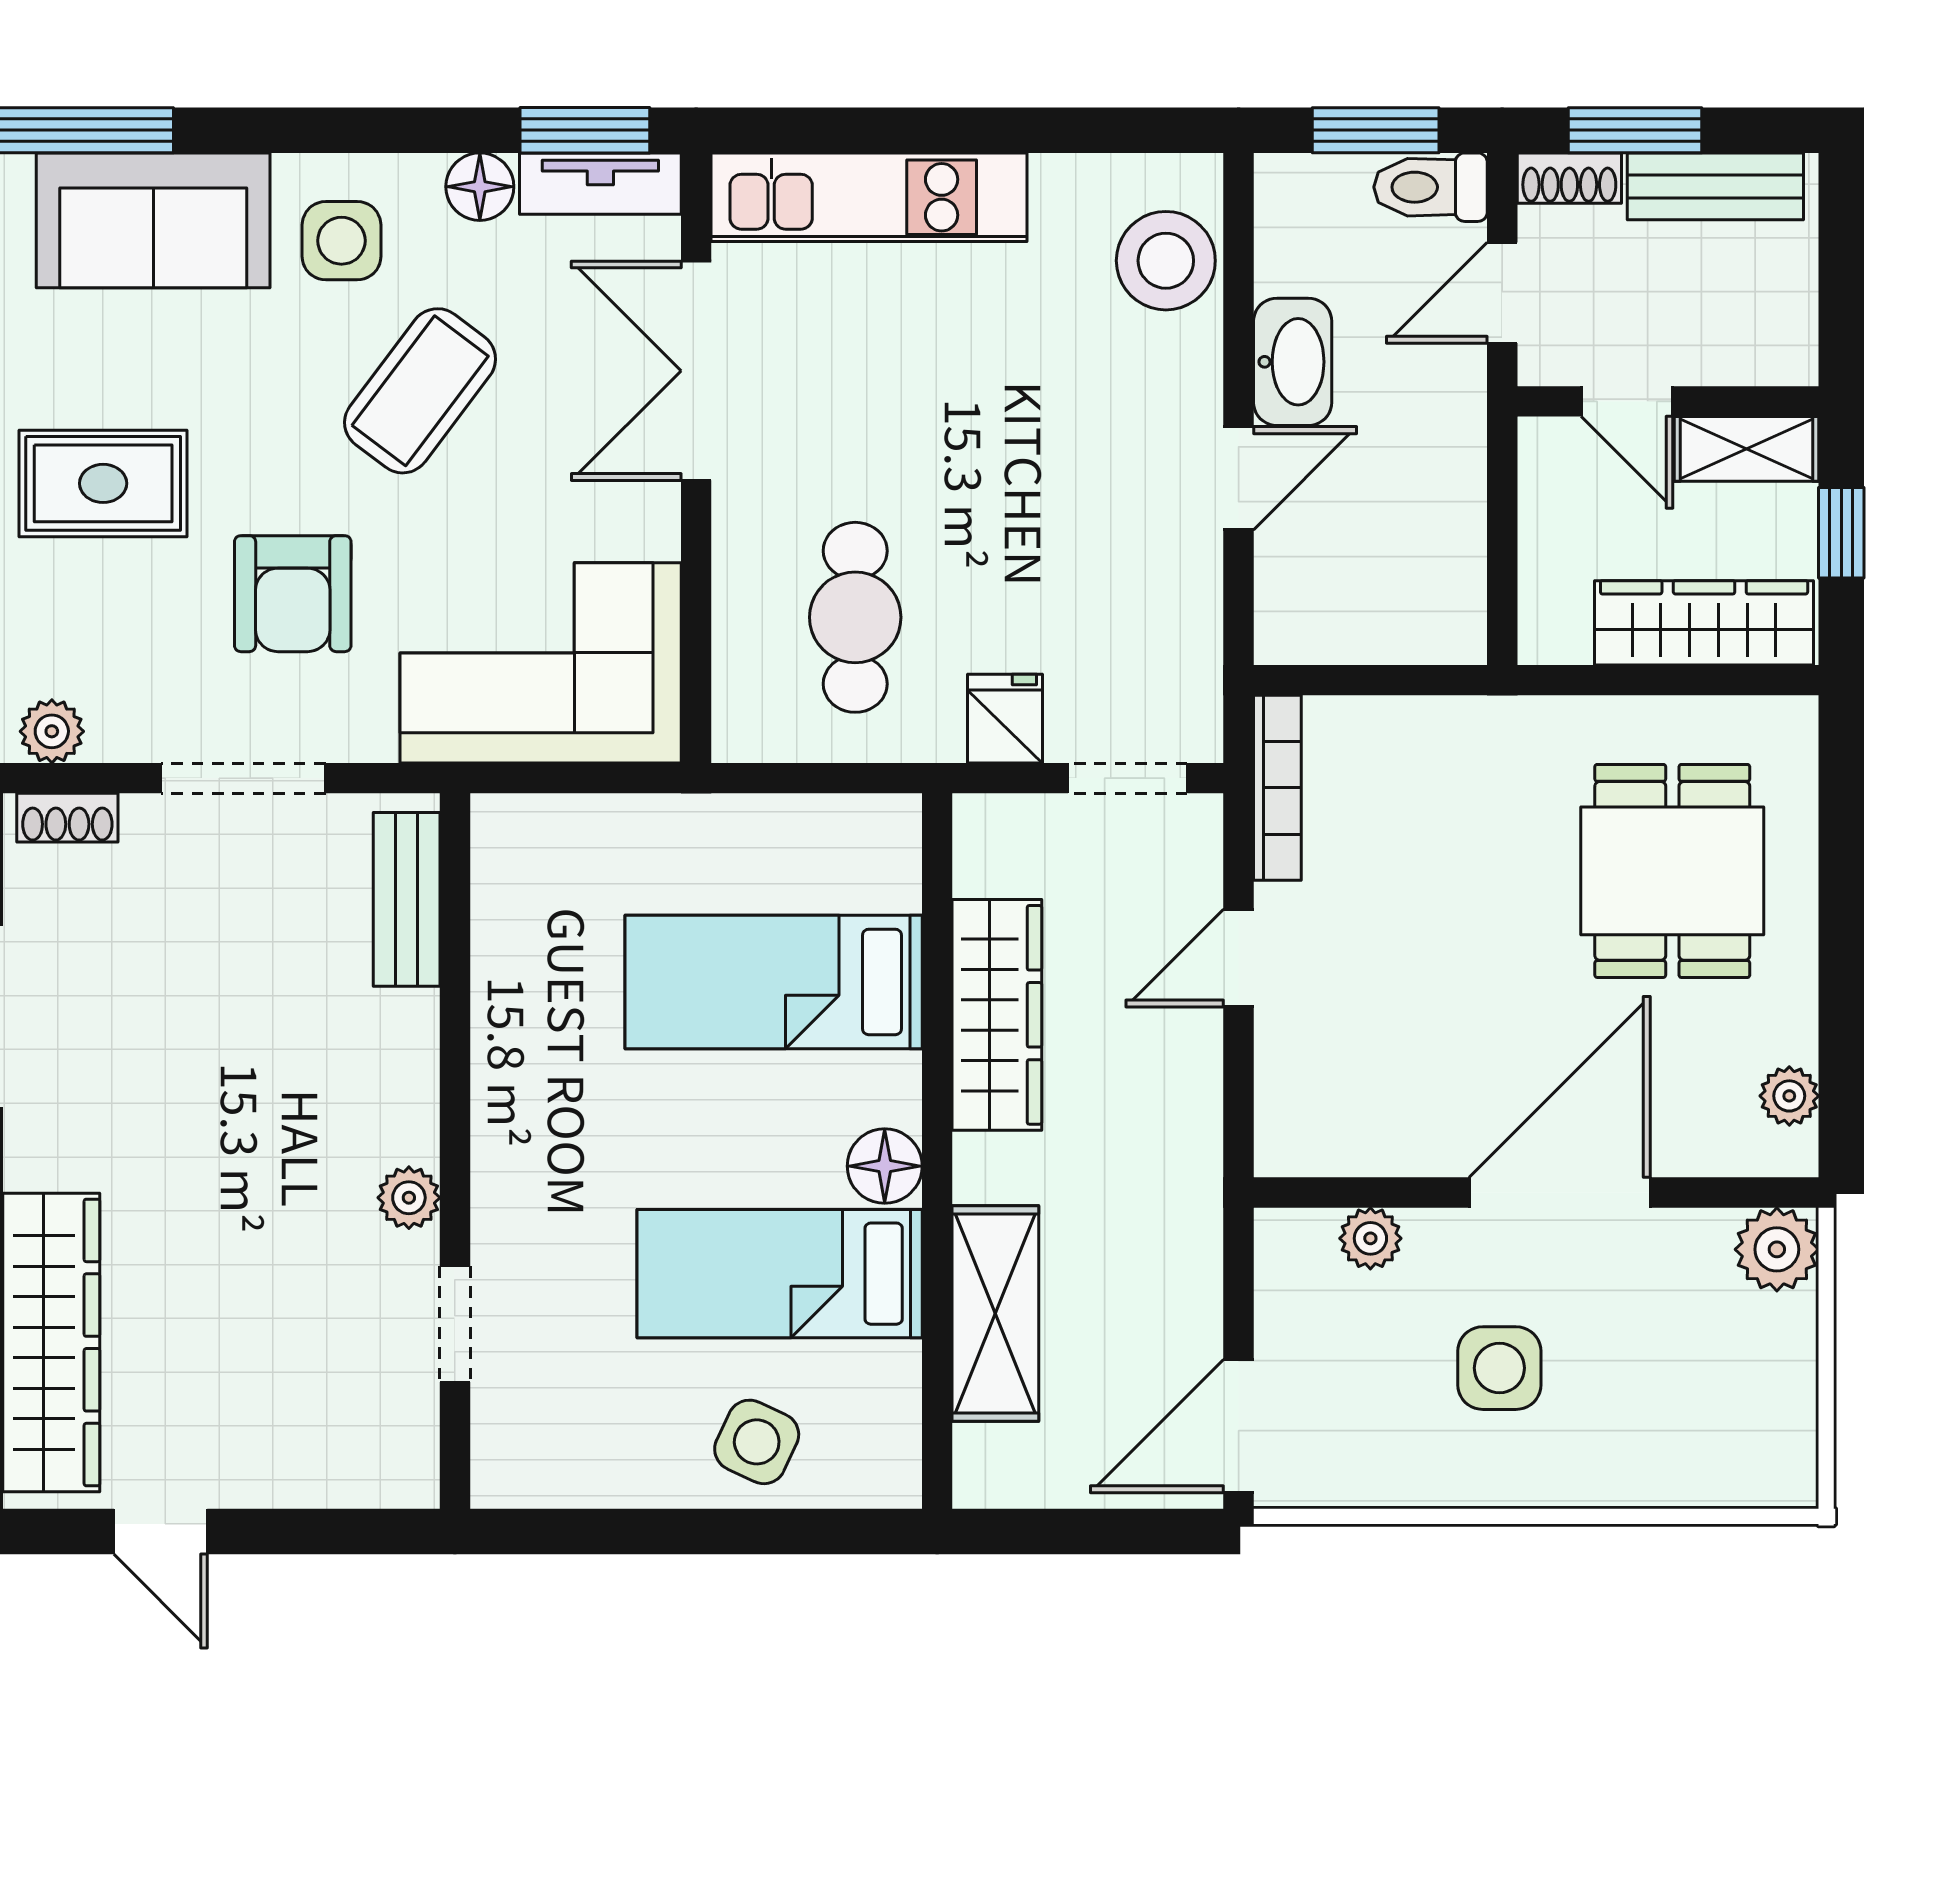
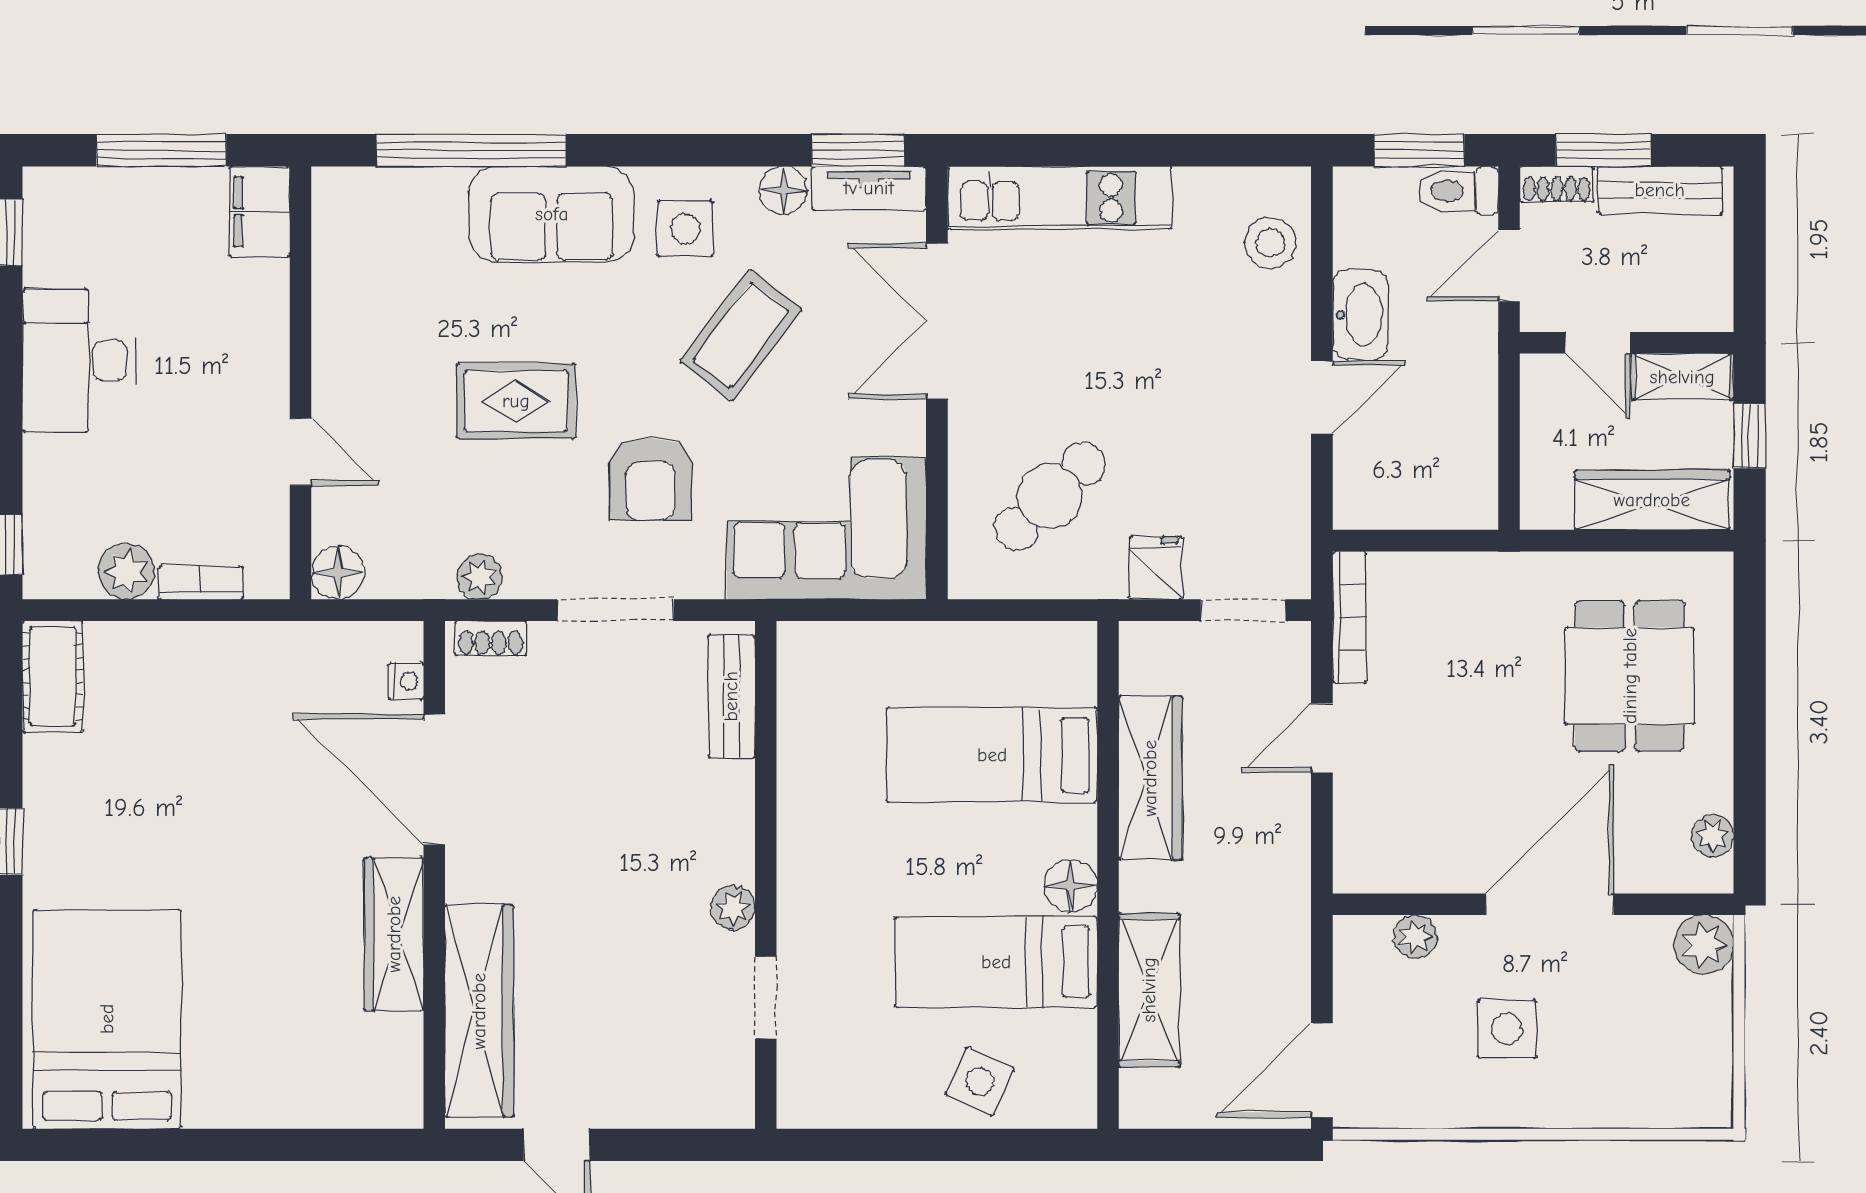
stool: (1166, 261) -> (1270, 243), width x0.73, depth x0.73
cafe table: (855, 617) -> (1050, 496), turned 46

